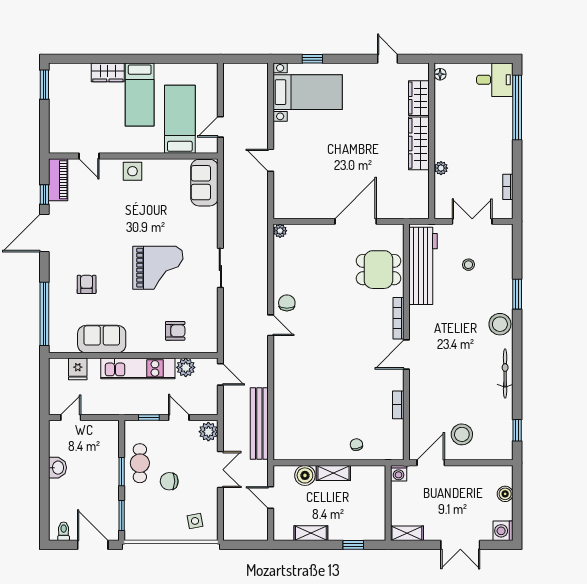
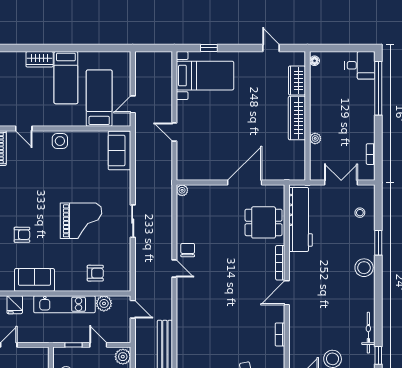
stool: (468, 265) -> (360, 213), moved
armchair: (87, 284) -> (22, 235), turned 90
bicycle: (505, 373) -> (368, 333), moved

